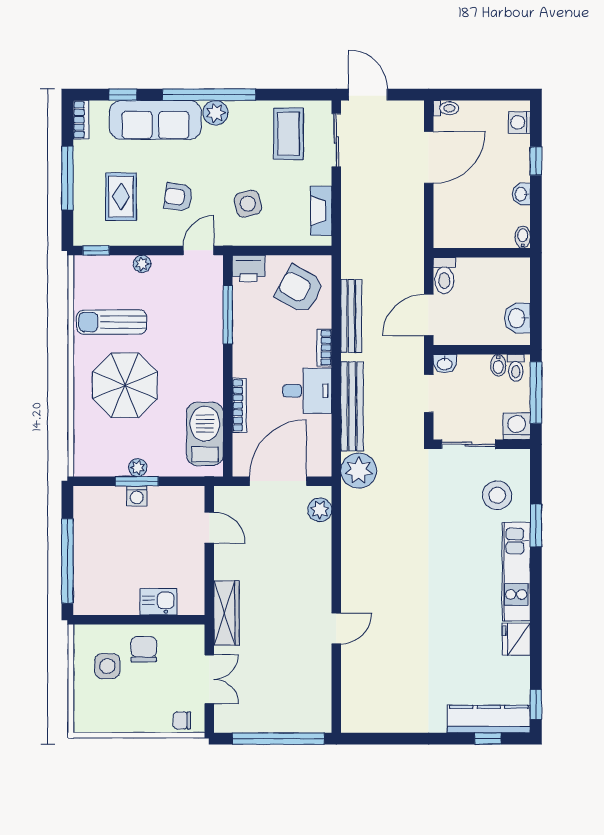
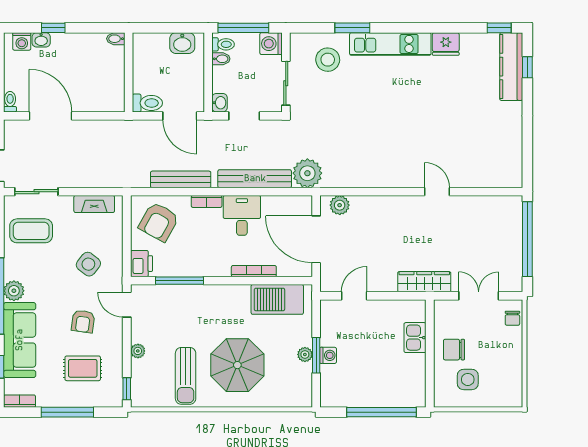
washbasin: (521, 194) -> (41, 40), moved
side table: (248, 204) -> (88, 264), turned -37

